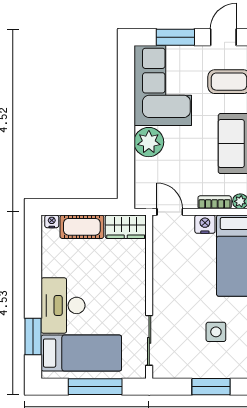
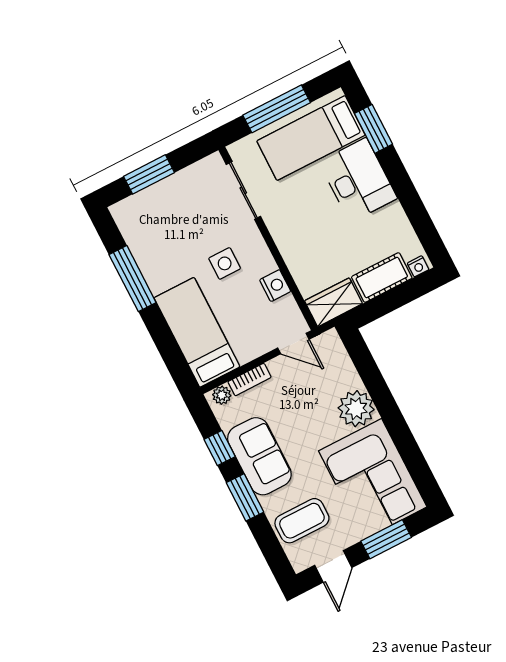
nightstand: (205, 224) -> (275, 286), moved, turned -90
side table: (216, 332) -> (225, 263), moved

